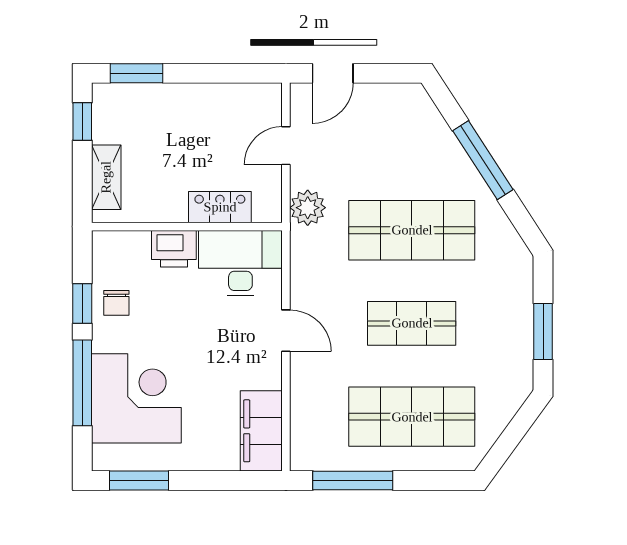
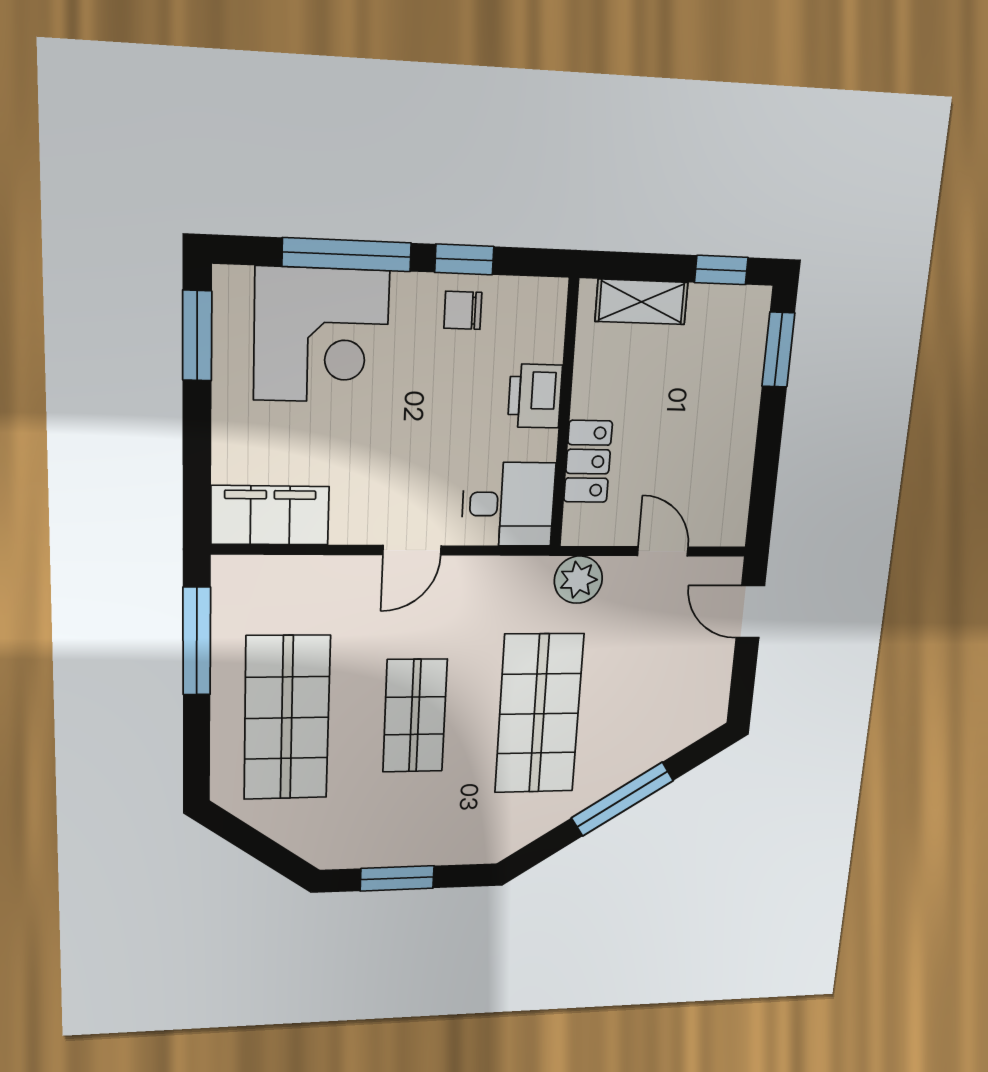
desk: (240, 263) -> (508, 504), width x0.73

